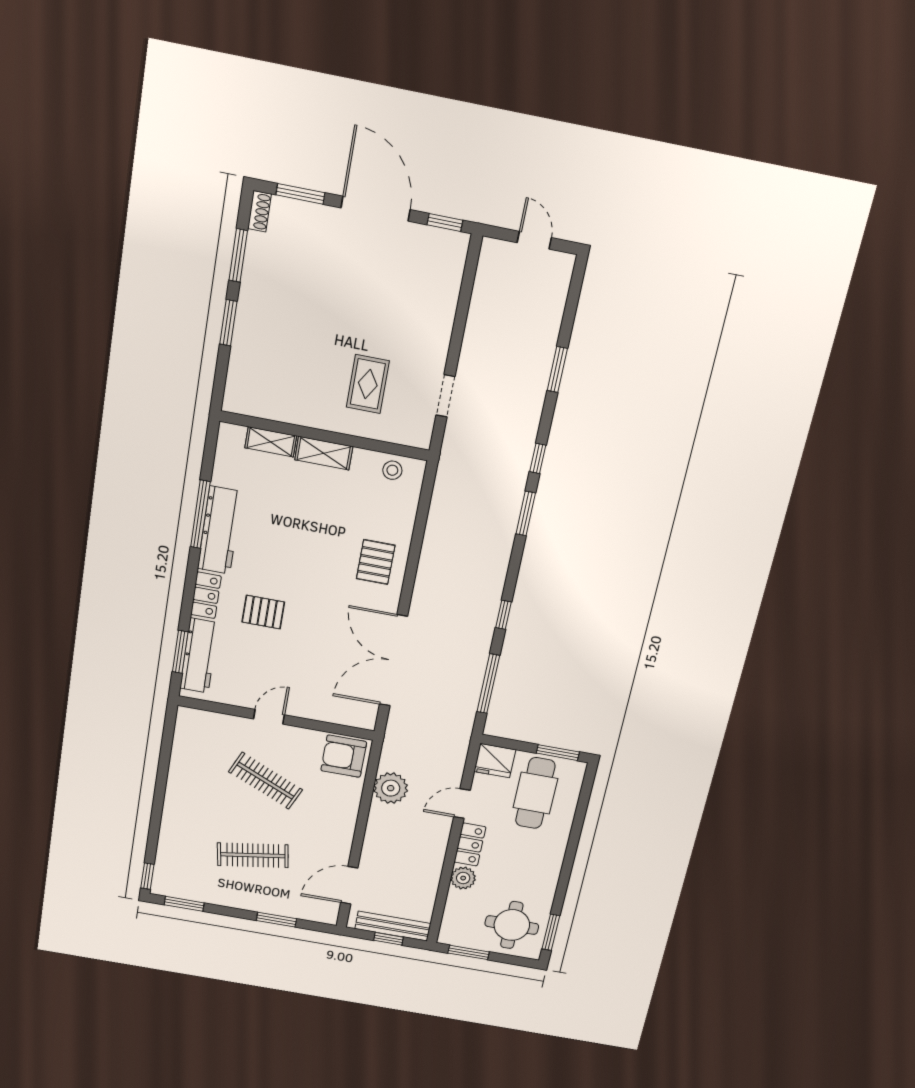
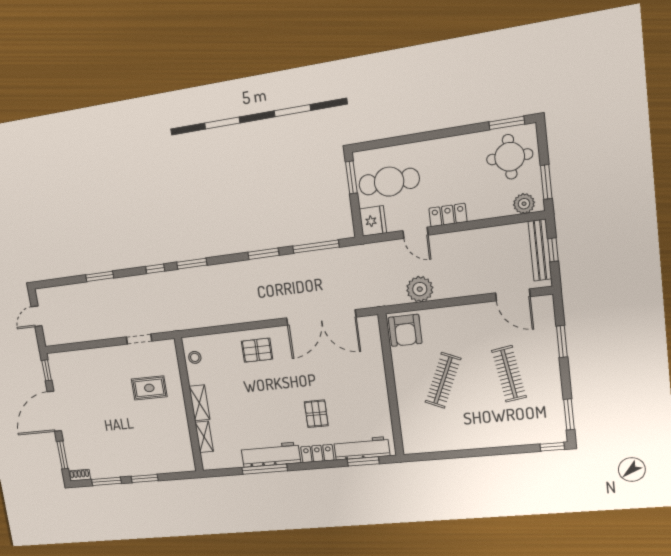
window: (503, 615) -> (263, 254), width x1.50
door: (269, 717) -> (392, 391), removed
plant: (463, 878) -> (524, 204), moved

